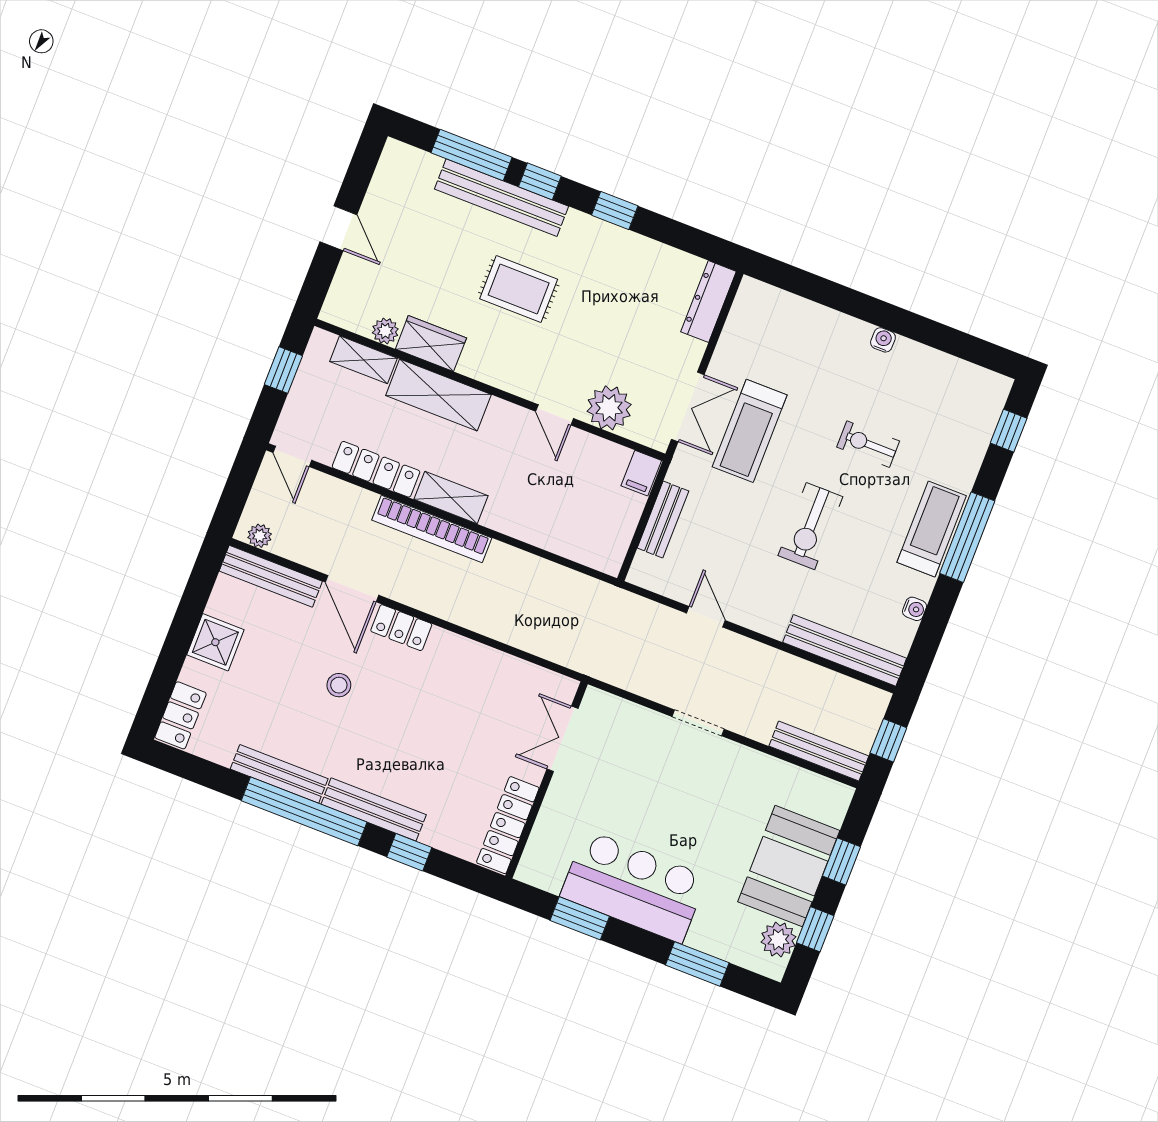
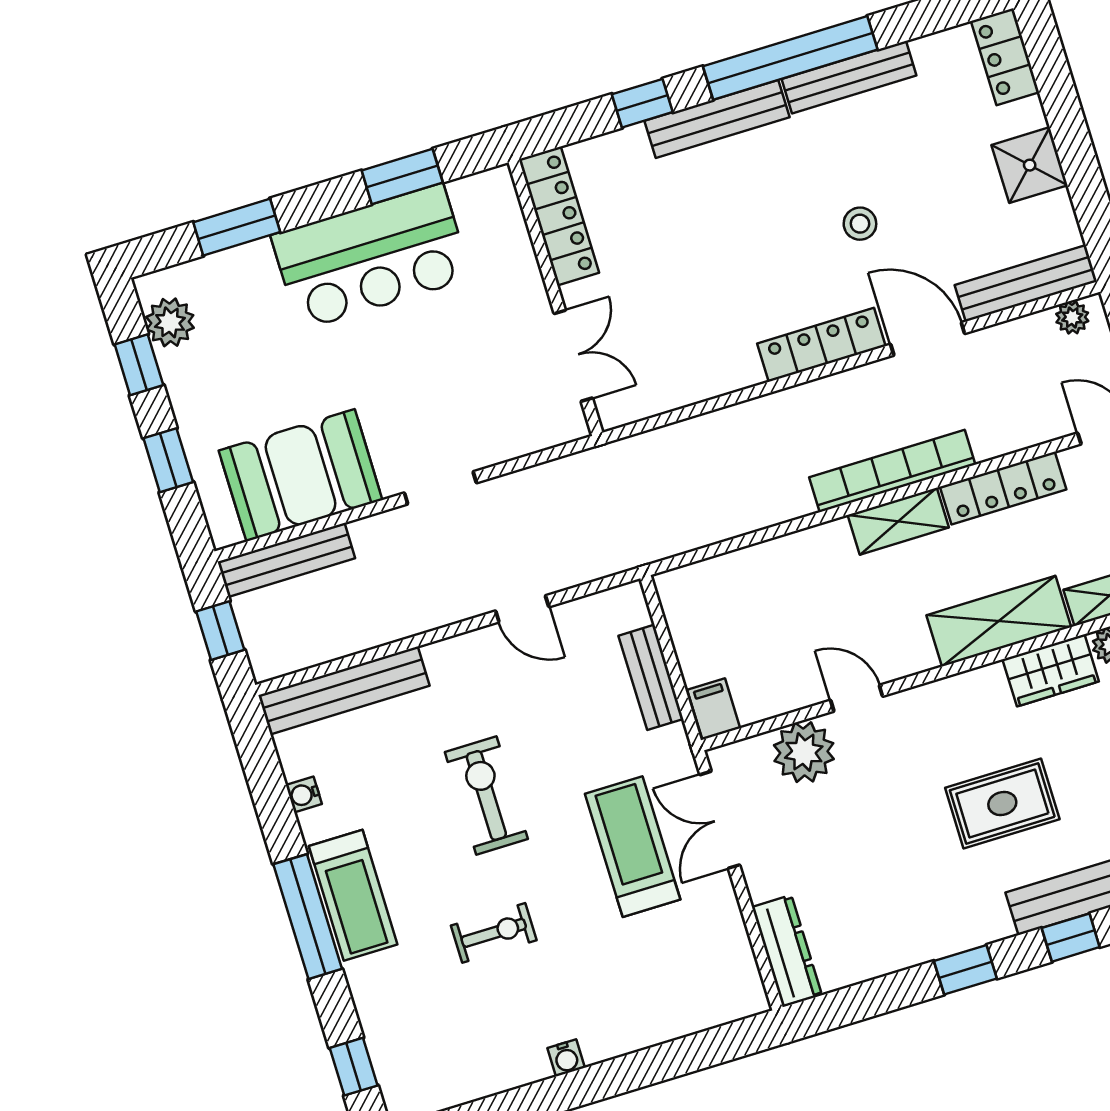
locker: (401, 628) -> (821, 345), width x1.53
booth: (789, 866) -> (301, 475), moved, turned 90

